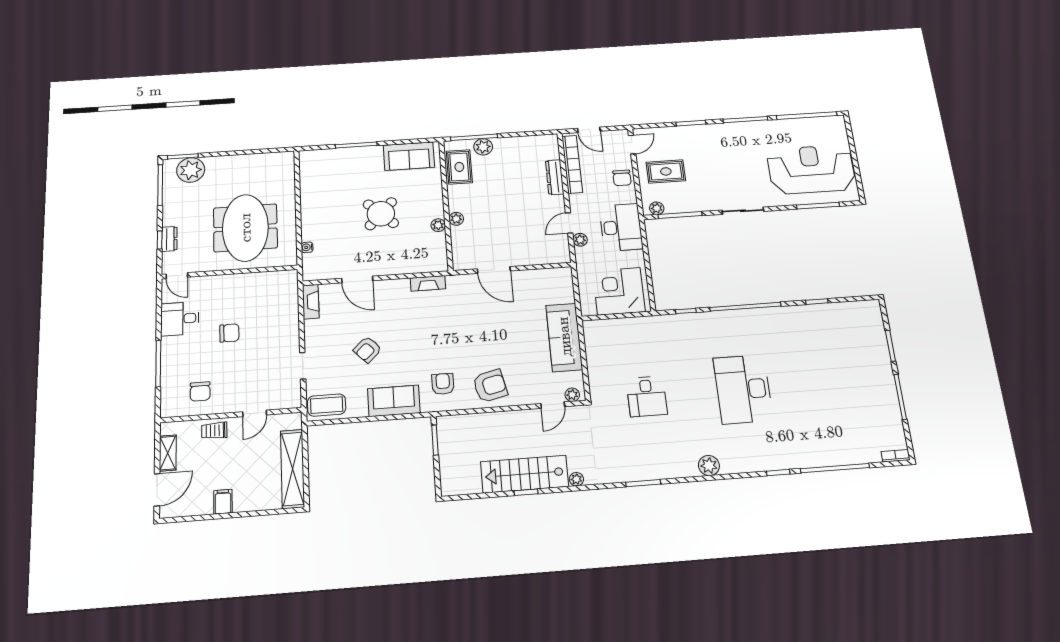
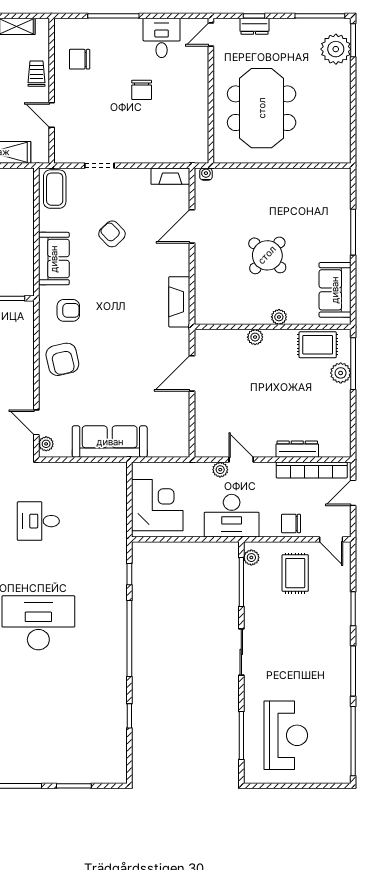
reception desk: (811, 169) -> (286, 735), width x0.74, depth x0.77
plant: (438, 225) -> (279, 317), moved
meeting table: (245, 228) -> (262, 108), turned 90
water cooler: (307, 247) -> (206, 174), moved
fireplace: (428, 283) -> (179, 302), width x1.37, depth x1.32

